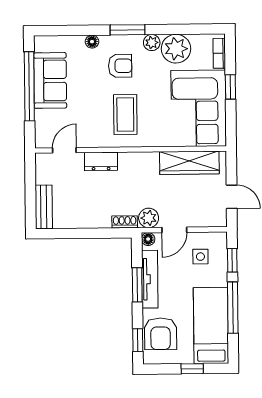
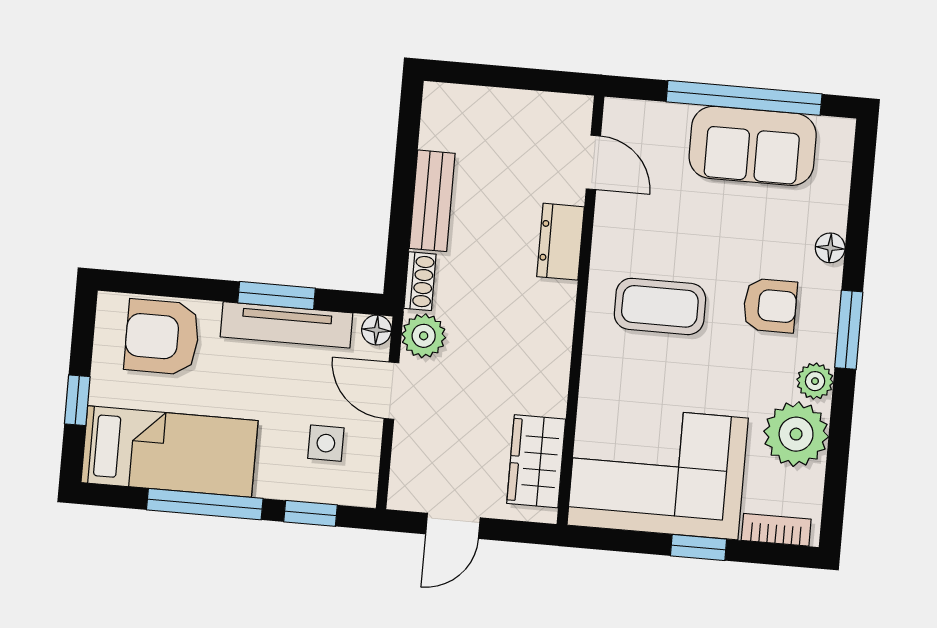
armchair: (120, 66) -> (770, 305), turned -90
wardrobe: (189, 163) -> (536, 461), width x0.67
bench: (44, 207) -> (432, 201), moved, turned 90
window: (138, 340) -> (153, 285), removed

